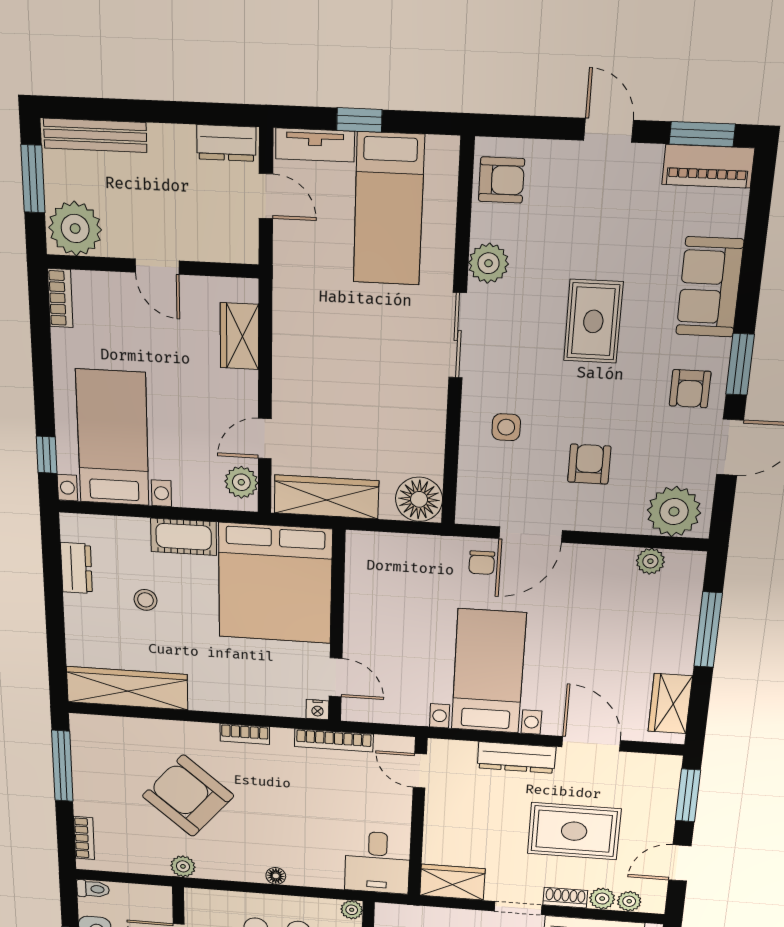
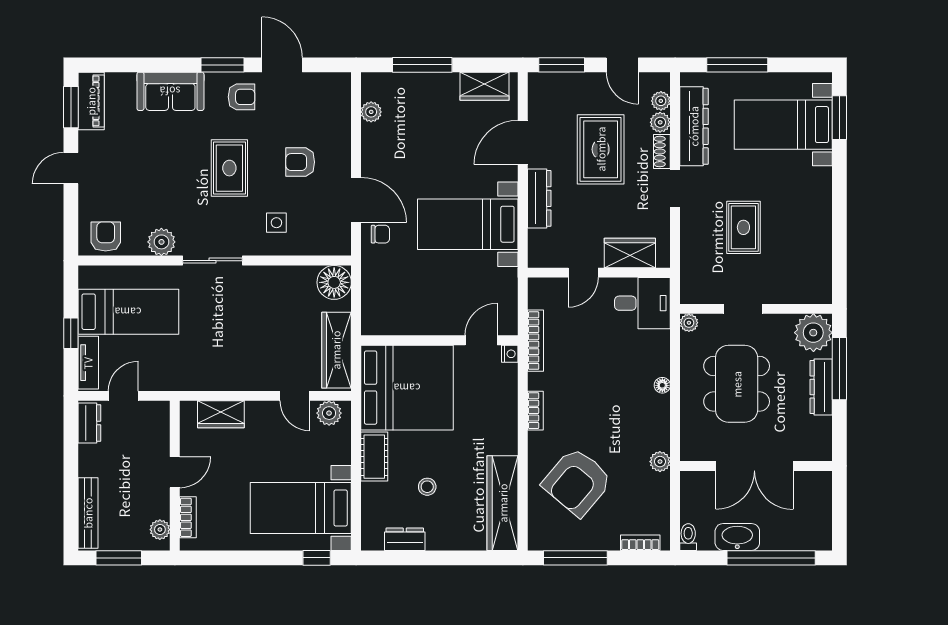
plant: (75, 229) -> (160, 530), width x0.53, depth x0.53
bookcase: (60, 298) -> (188, 517), moved, turned 90
rug: (593, 321) -> (229, 168), moved, turned 90
plant: (674, 512) -> (332, 99), removed
door: (420, 771) -> (583, 273), moved
armchair: (188, 796) -> (577, 482), moved
wardrobe: (452, 882) -> (630, 253), moved, turned 90

